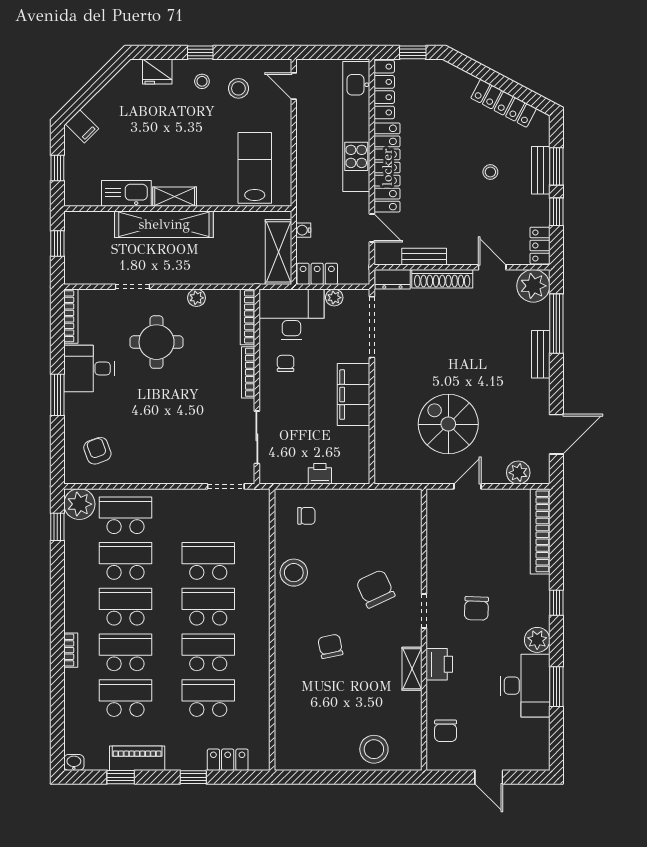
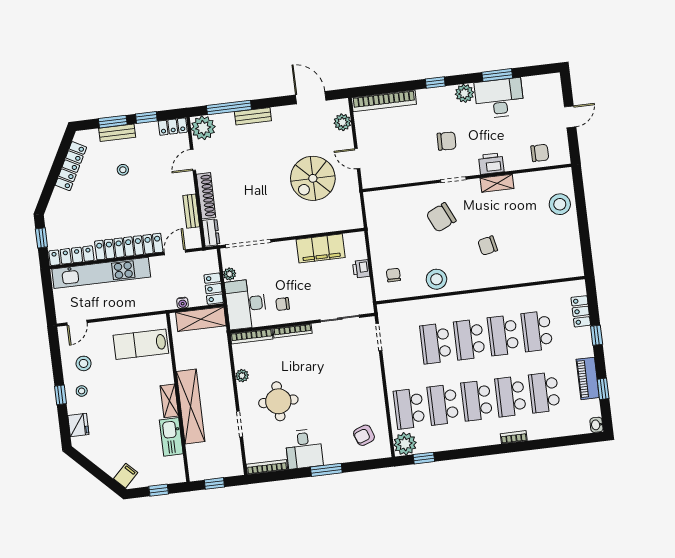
filing cabinet: (354, 395) -> (321, 248), moved

